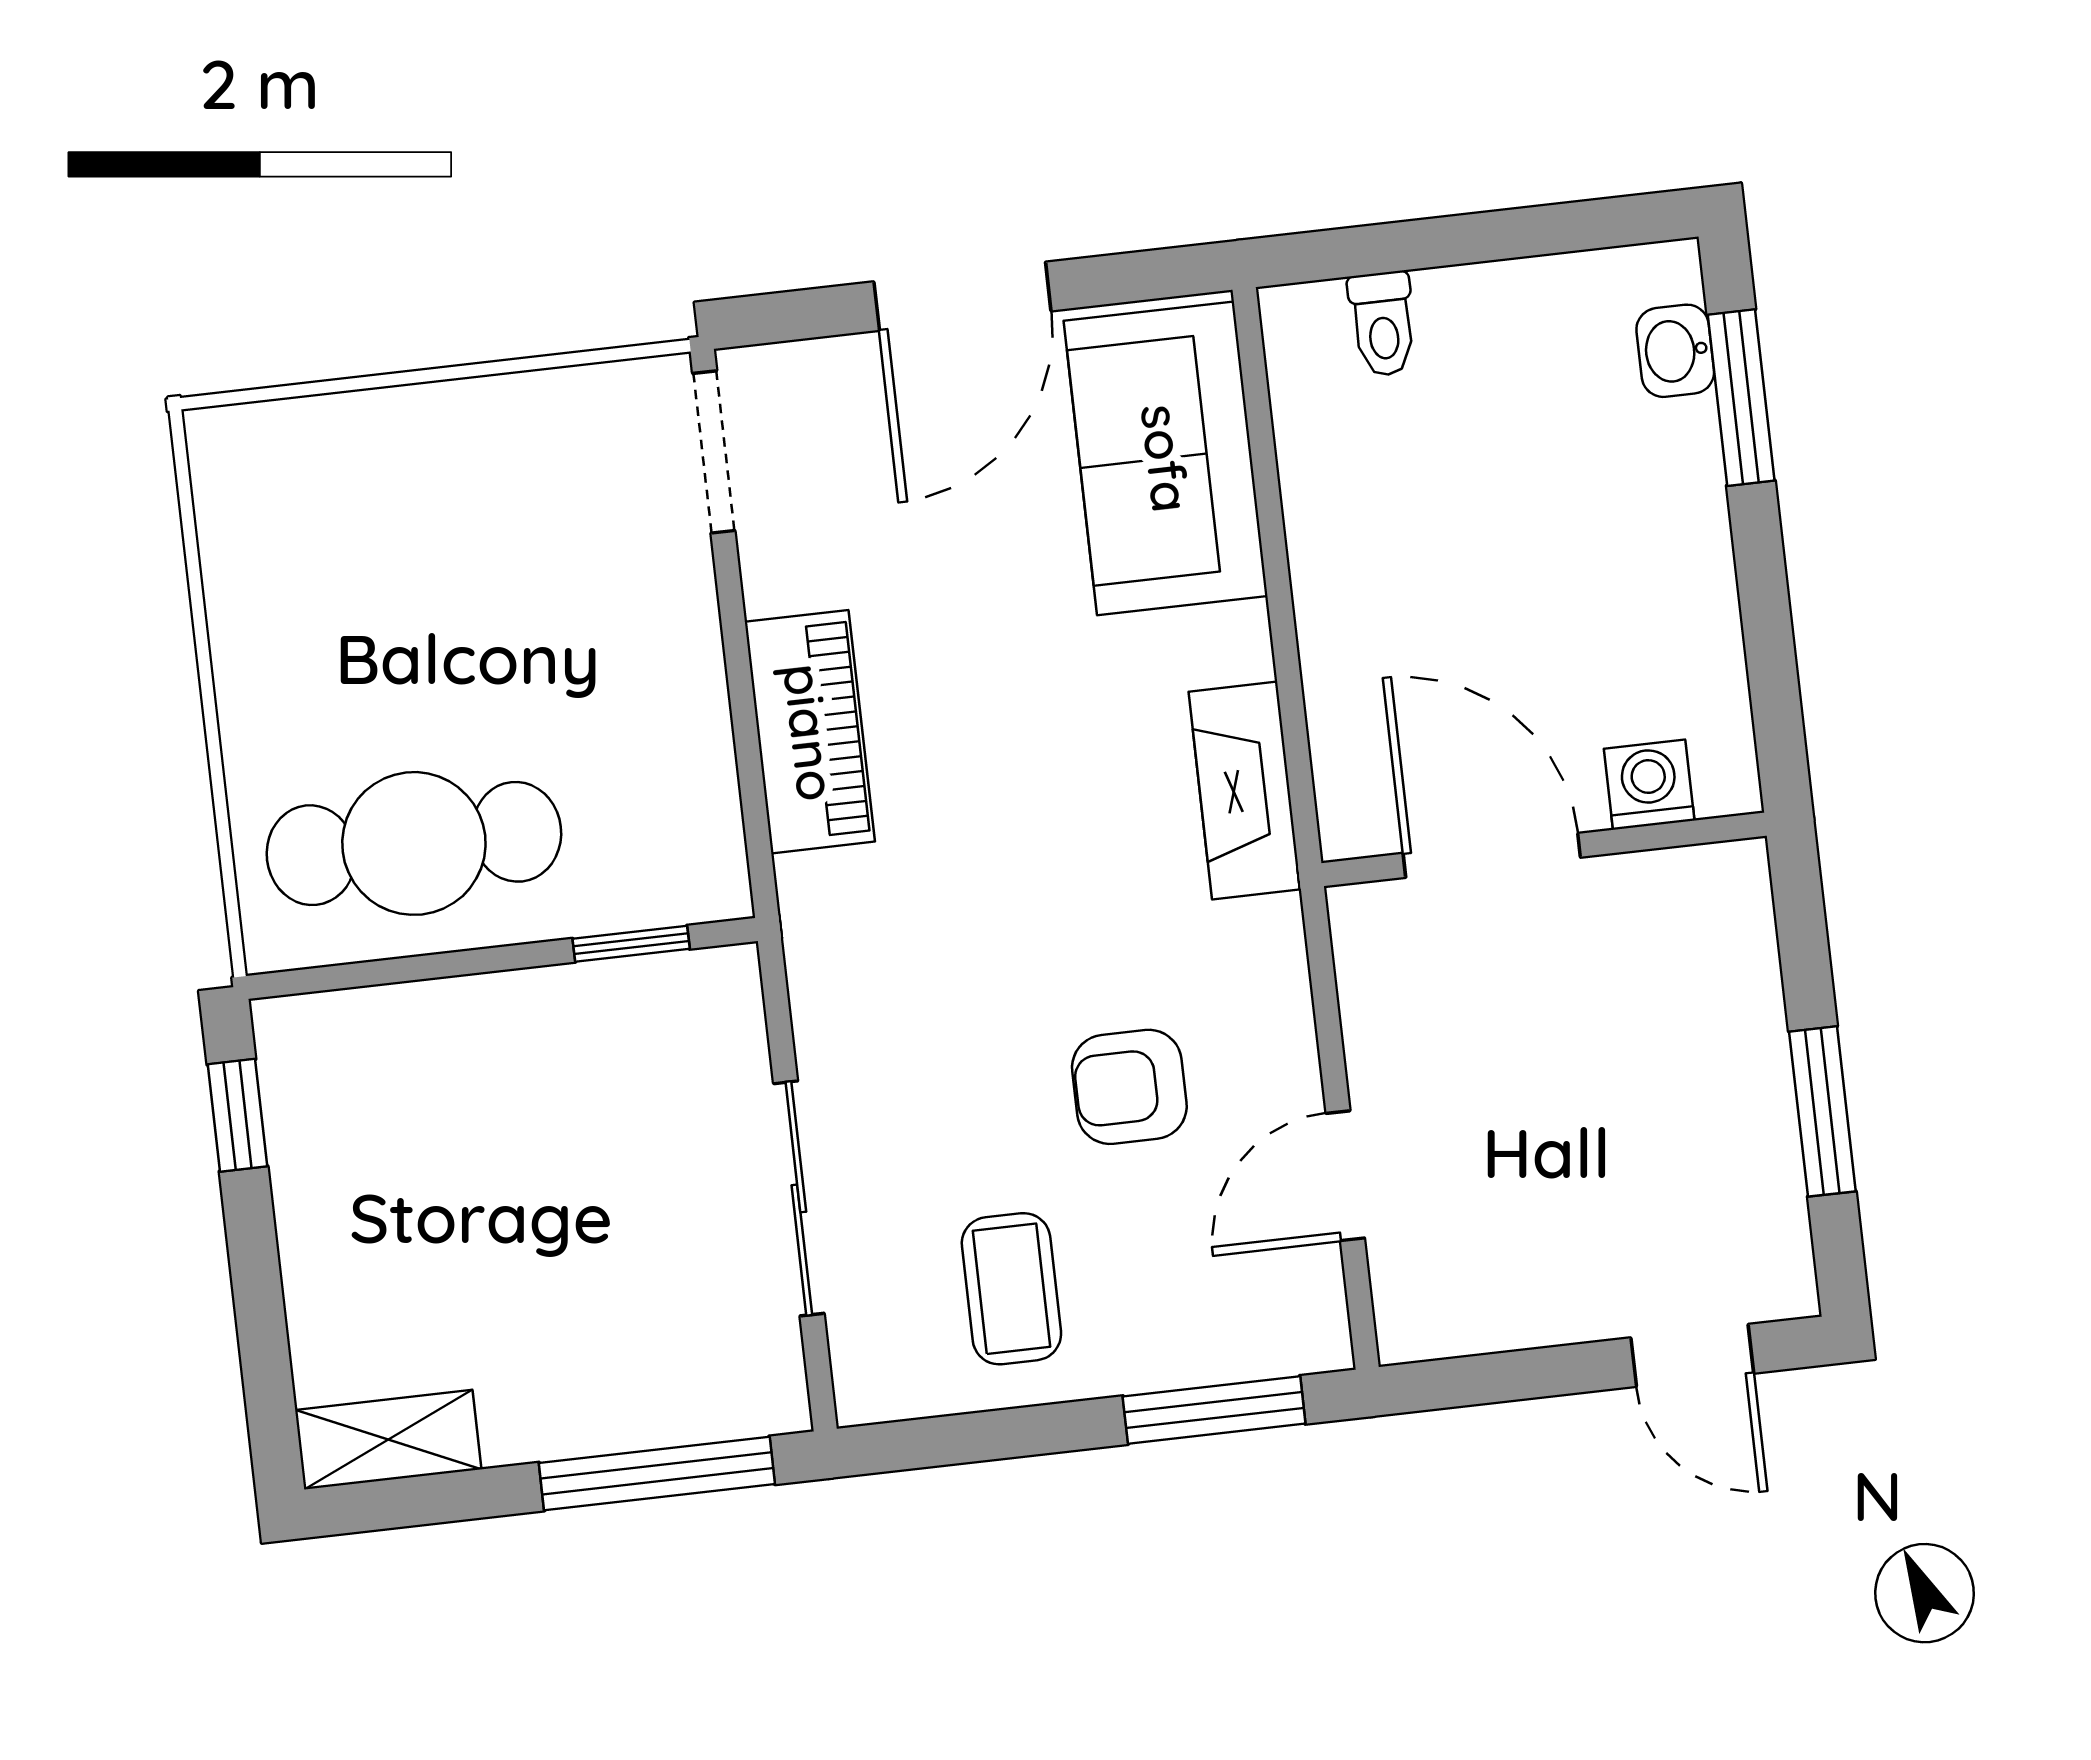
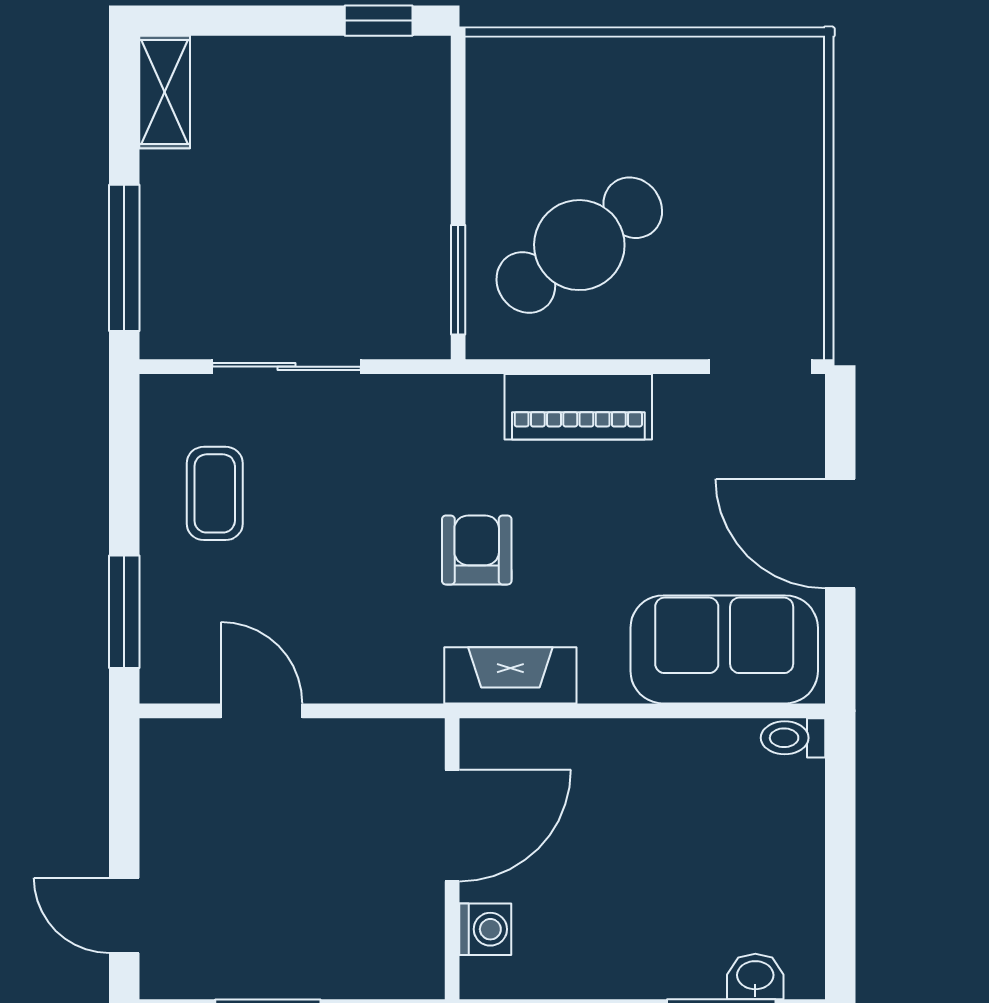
toilet: (1383, 324) -> (793, 738), moved
cafe table: (414, 843) -> (579, 245), moved, turned 55
window: (631, 944) -> (458, 280), width x1.50
armchair: (1129, 1087) -> (477, 550), moved
coffee table: (1011, 1289) -> (215, 493), turned 90
door: (1692, 1355) -> (124, 915), hinge flipped

